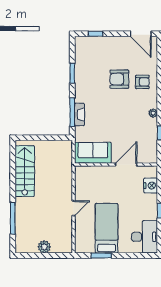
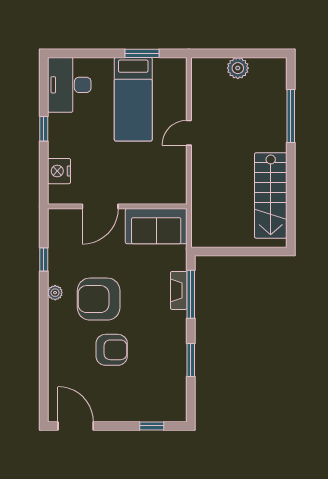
armchair: (142, 82) -> (99, 299), moved, width x1.88, depth x1.88

